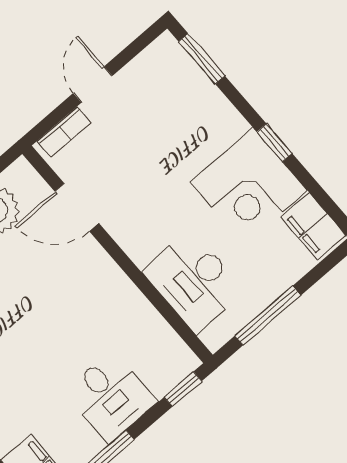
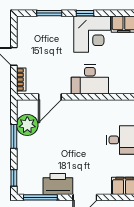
window: (202, 59) -> (49, 13), moved
desk: (193, 281) -> (90, 80), moved

